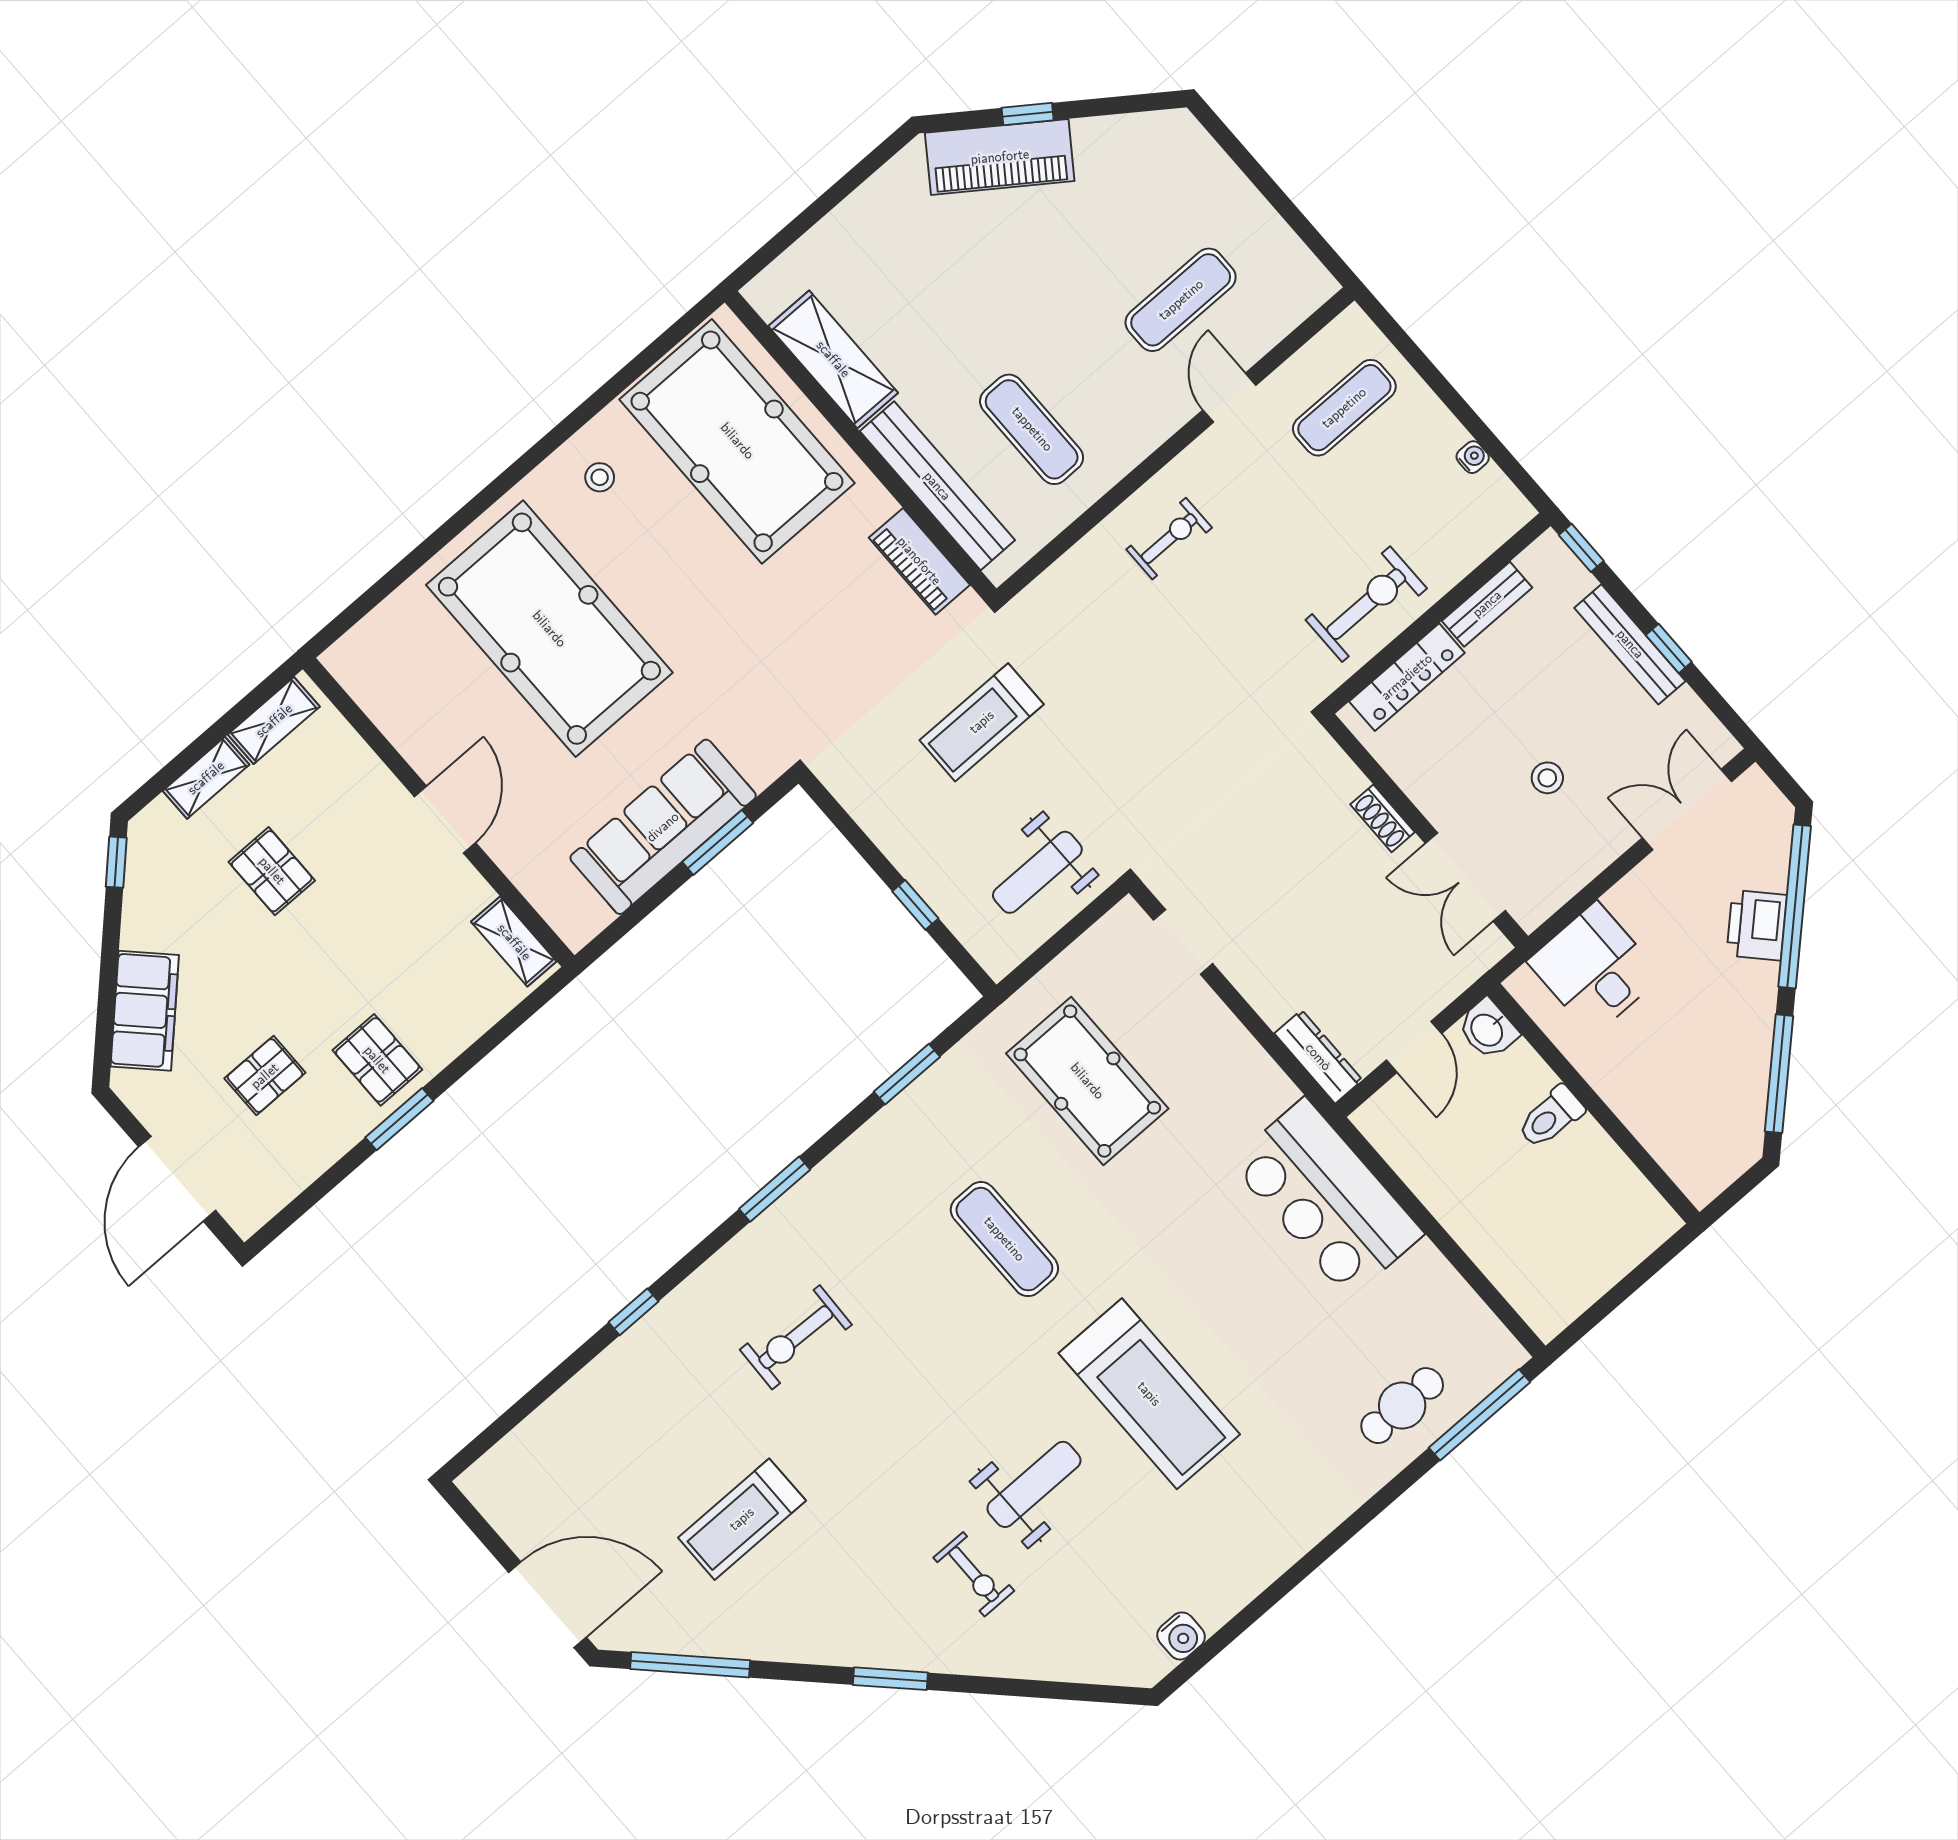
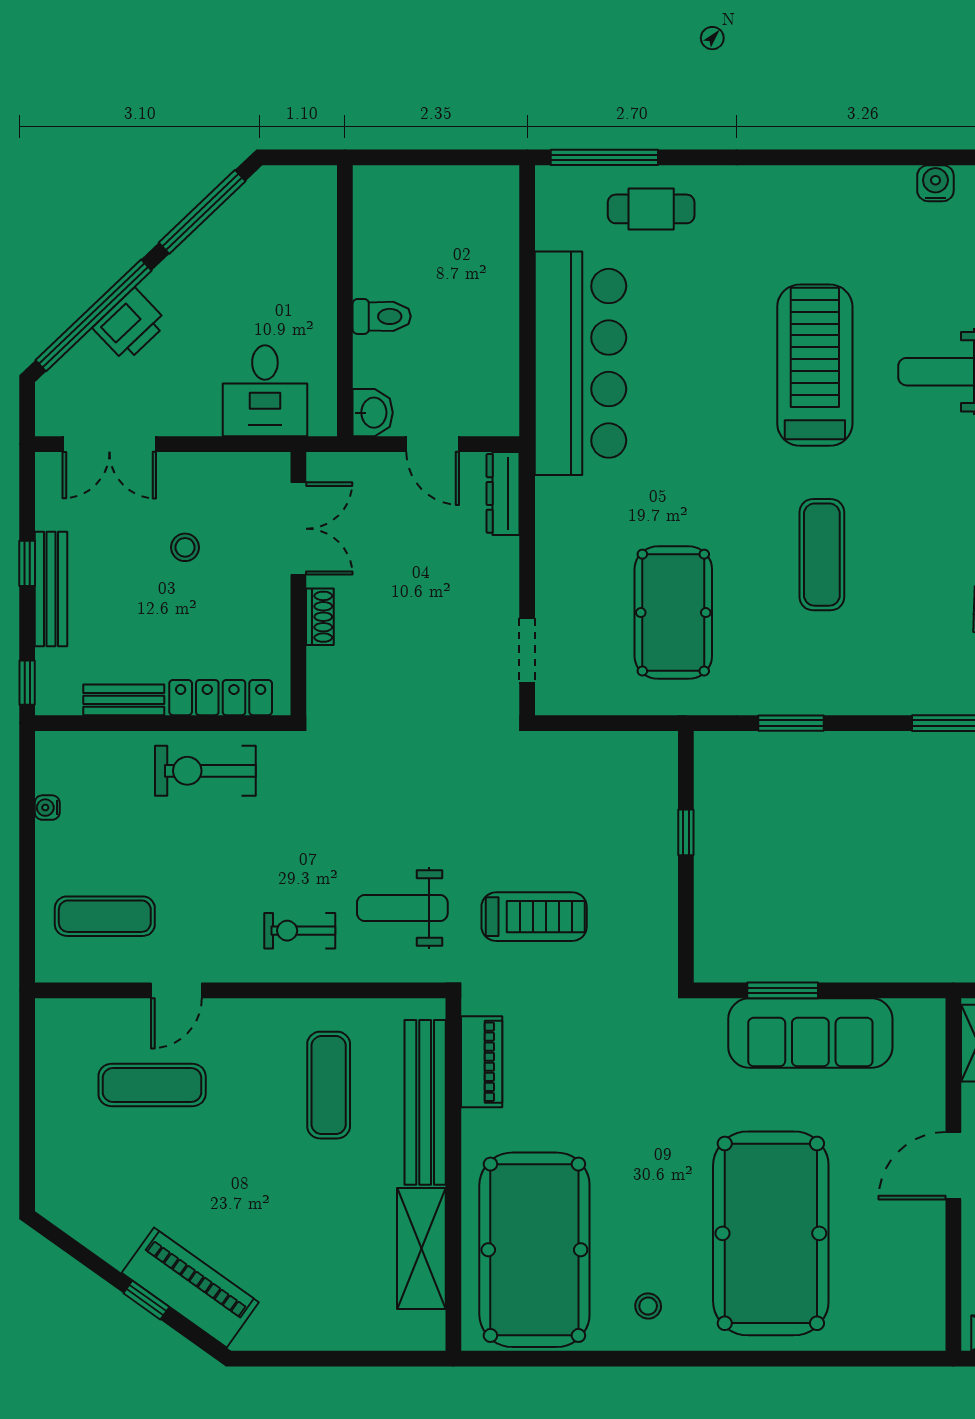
weight bench: (1037, 872) -> (402, 908), moved, turned 180
door: (1414, 1047) -> (433, 444), swing flipped
bar counter: (1327, 1198) -> (580, 363), width x1.36

